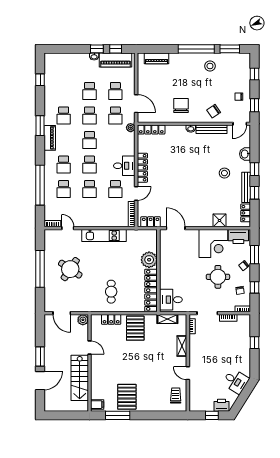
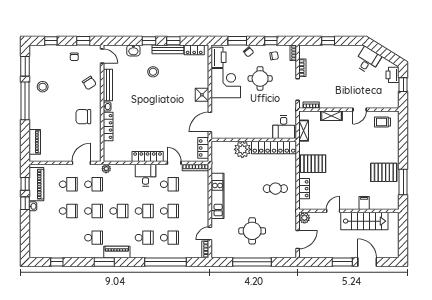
locker: (151, 130) -> (108, 126), moved
shower: (220, 220) -> (202, 95), moved
round table: (70, 269) -> (252, 231), turned -34
filing cabinet: (97, 405) -> (364, 203), moved

